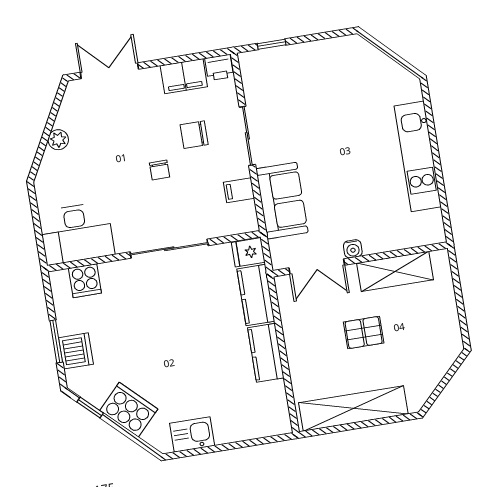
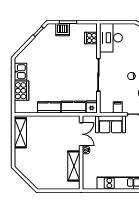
double door: (317, 267) -> (81, 134), swing flipped
pallet: (364, 333) -> (51, 149), removed
shelving: (353, 408) -> (20, 133), width x0.68
cooker: (129, 410) -> (21, 91), moved, turned -44

